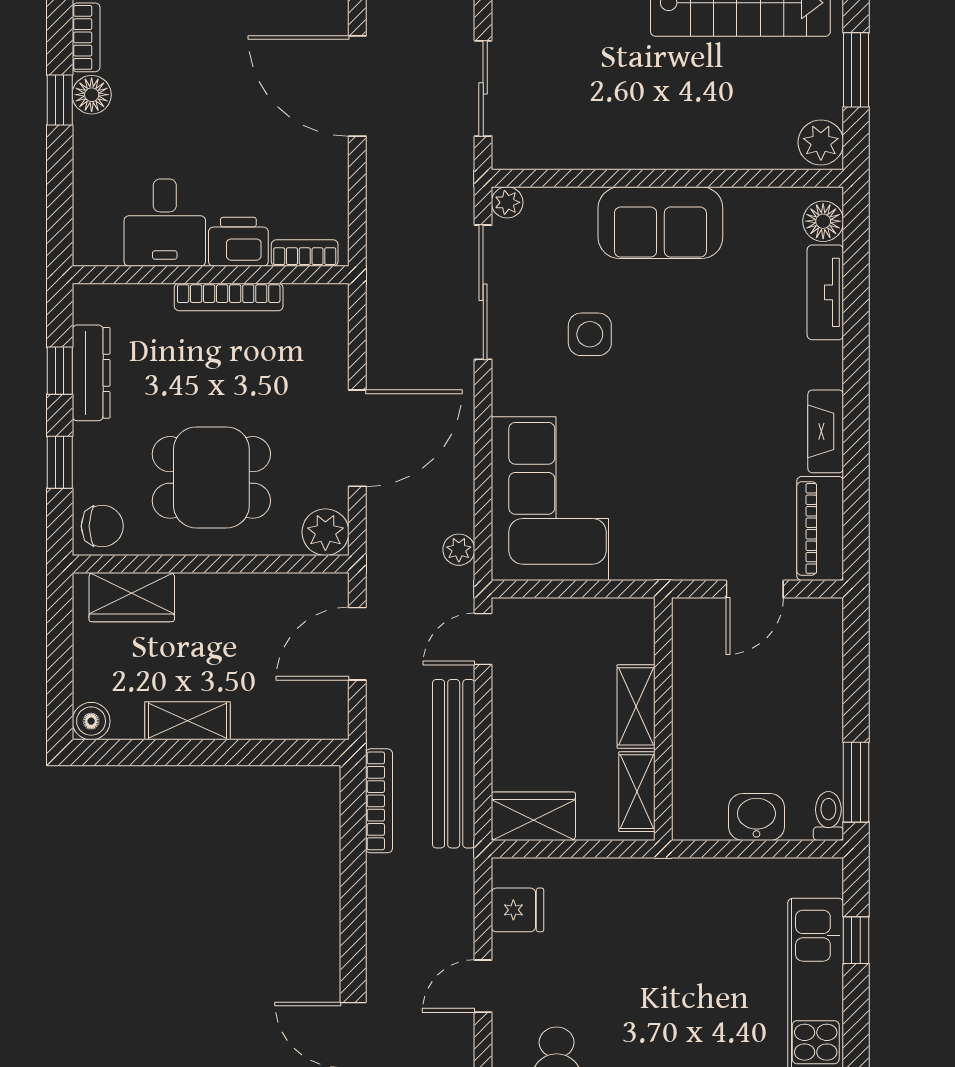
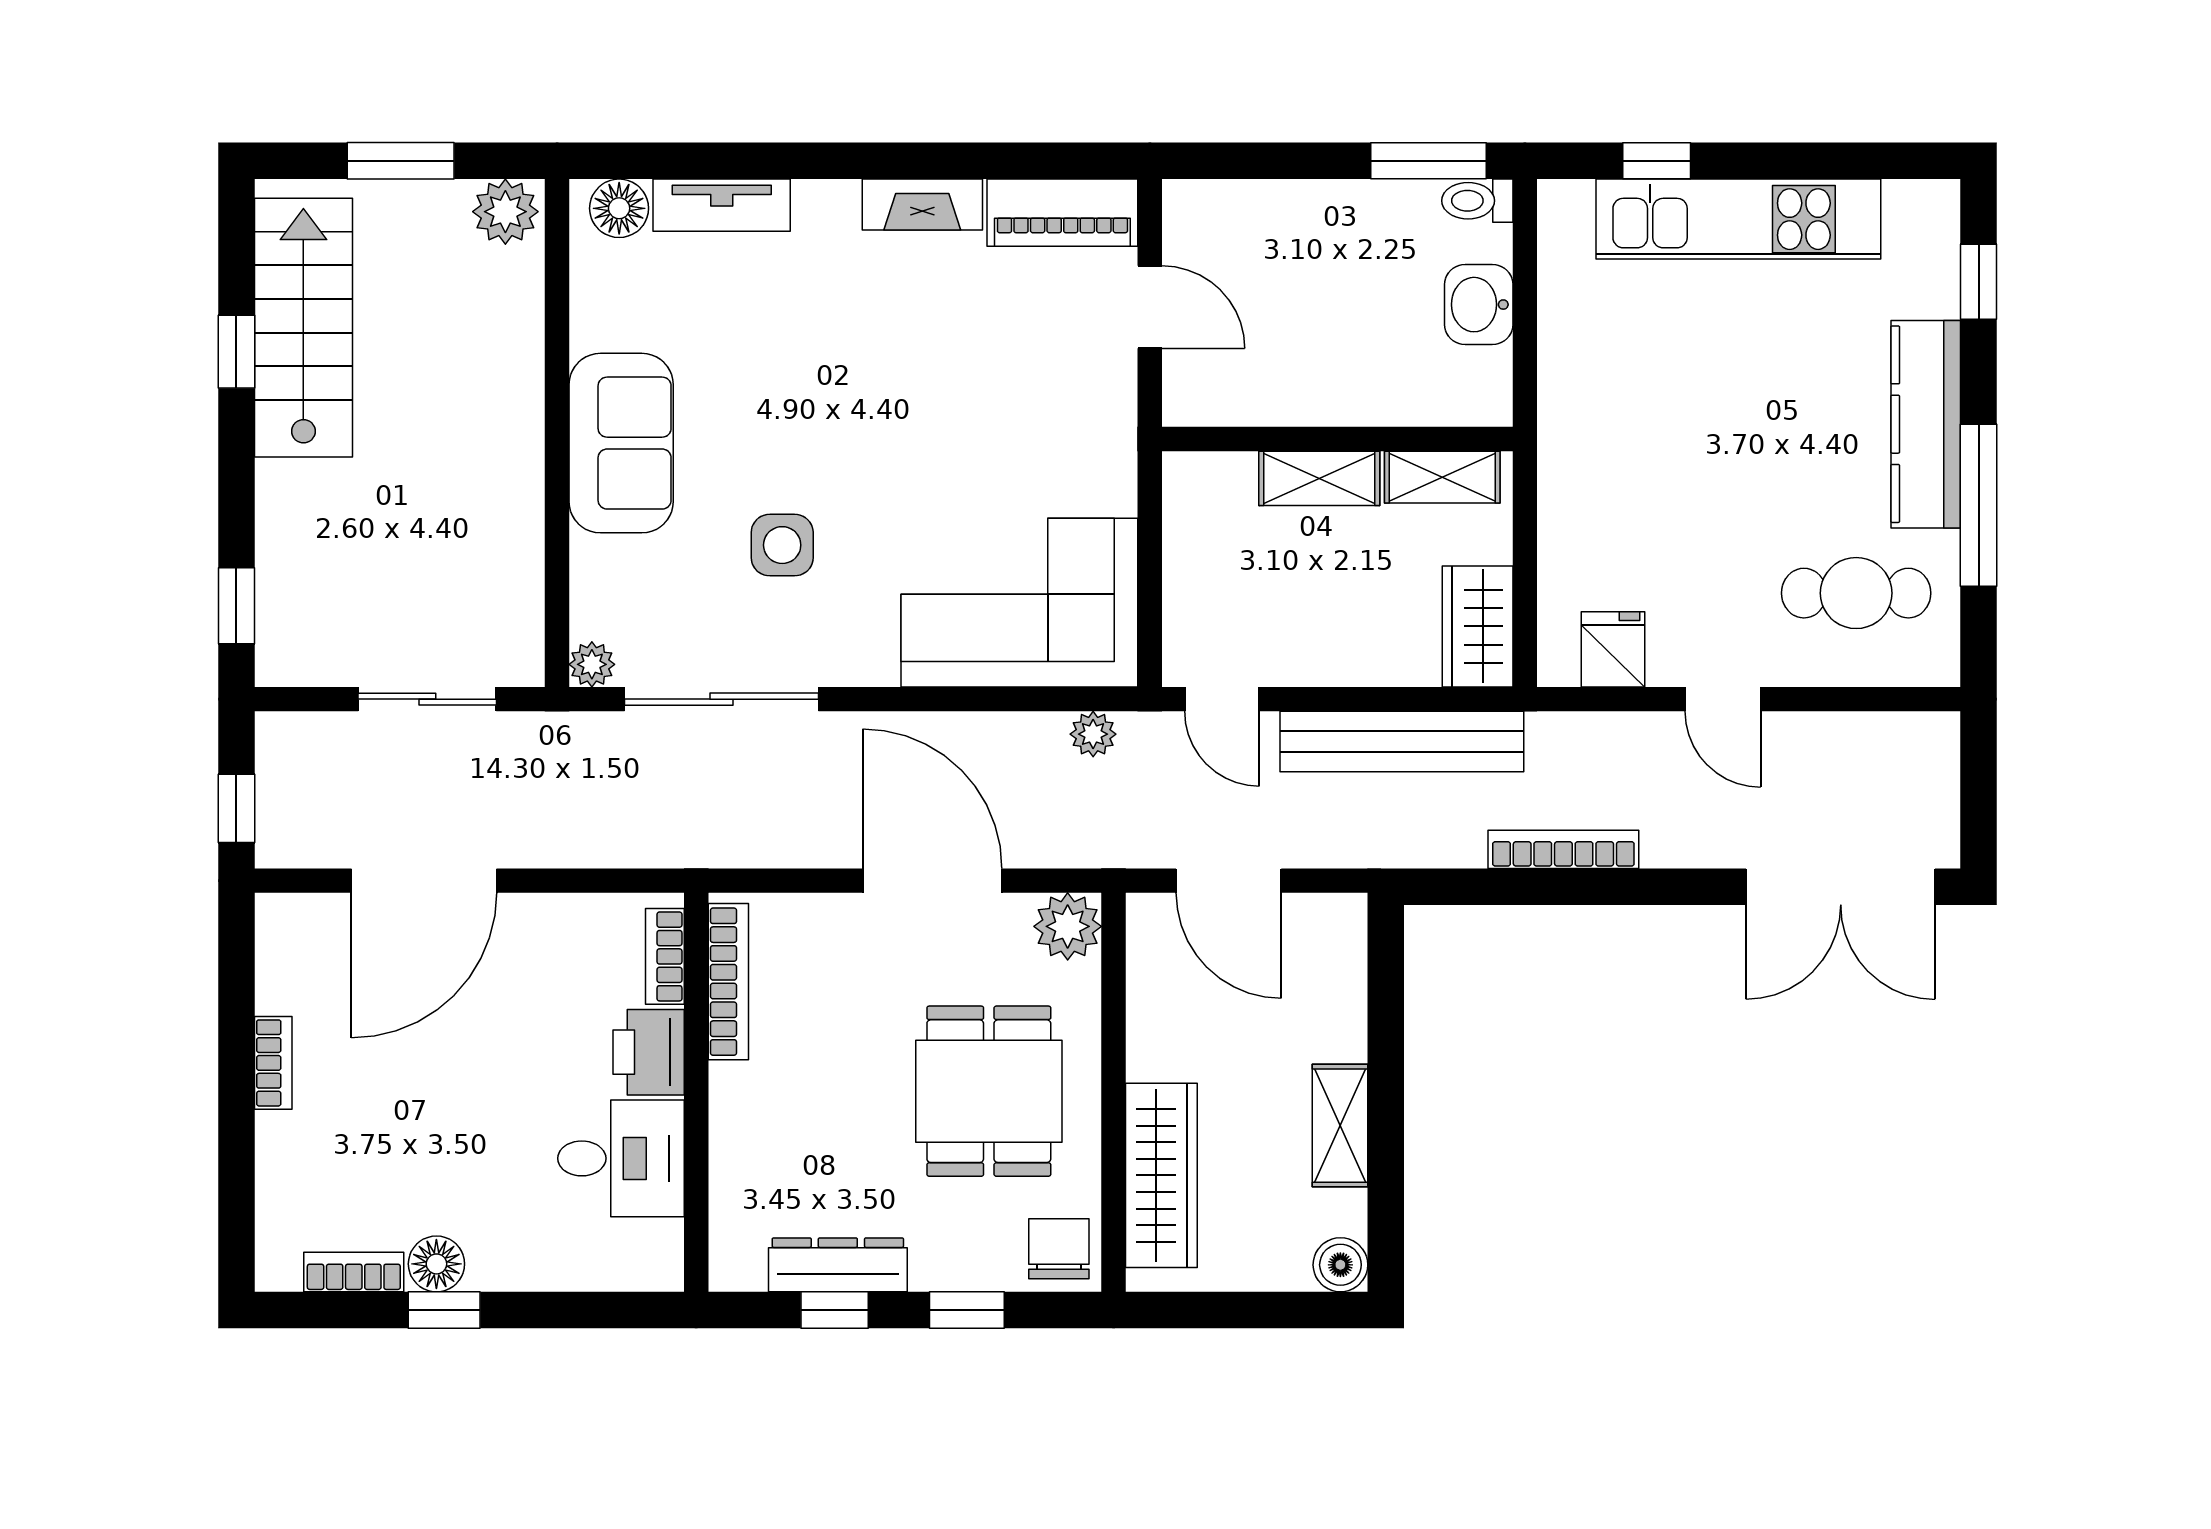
bookcase: (229, 297) -> (728, 982), moved
wardrobe: (132, 597) -> (1161, 1175), width x1.50
bookcase: (379, 801) -> (1563, 849), moved

